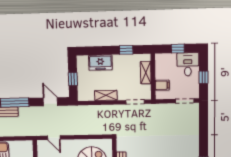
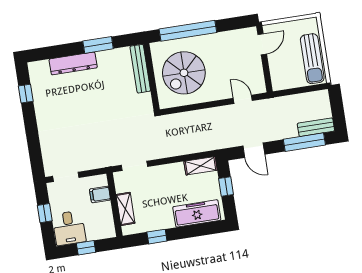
freezer: (100, 63) -> (197, 213), width x1.40
shelving: (106, 95) -> (201, 166), moved

